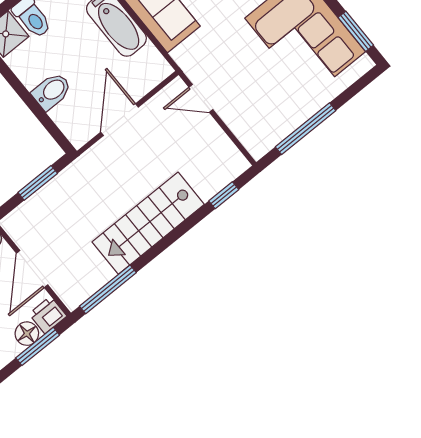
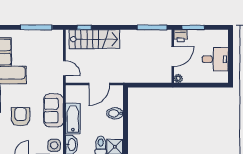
window: (38, 183) -> (146, 85), removed
stairs: (148, 223) -> (94, 39), moved
floor lamp: (27, 334) -> (193, 35), removed

